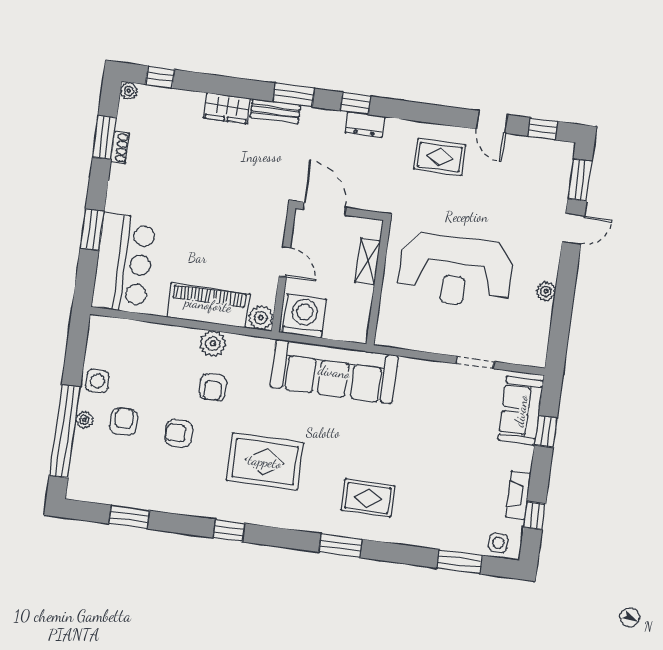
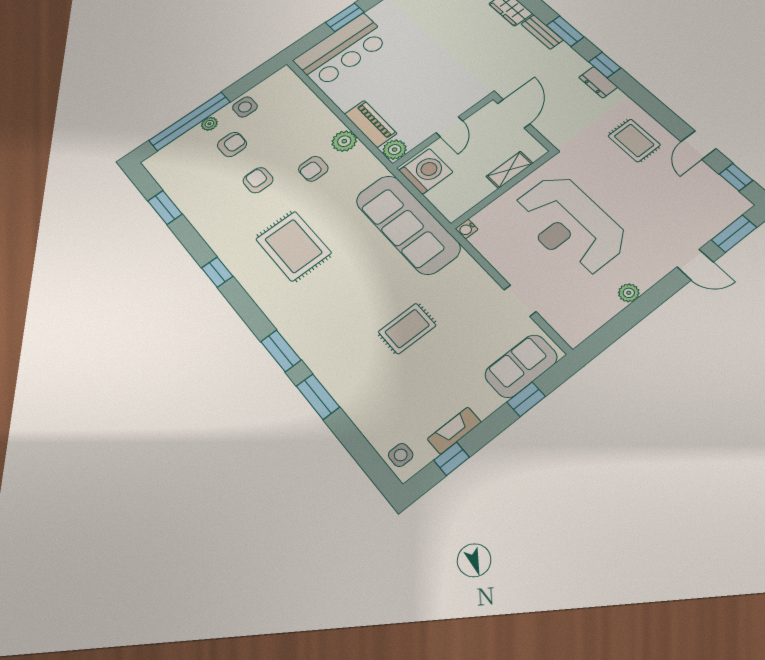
piano: (208, 305) -> (371, 124), width x0.73, depth x0.75
water cooler: (383, 338) -> (467, 229), added
rug: (368, 498) -> (407, 329), moved, turned 90
window: (460, 562) -> (318, 397), moved

